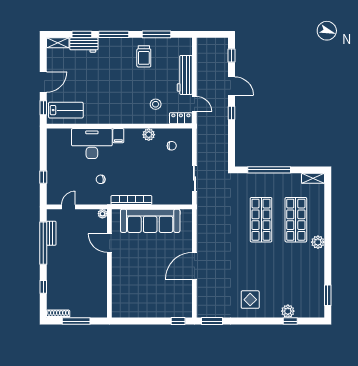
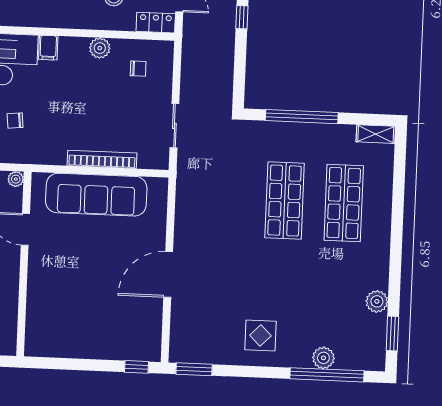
bookcase: (131, 200) -> (102, 159), moved
plant: (318, 242) -> (377, 301), moved
window: (290, 321) -> (327, 375), width x3.17

